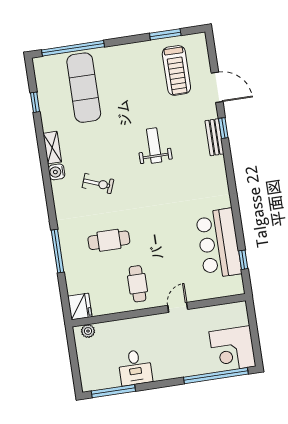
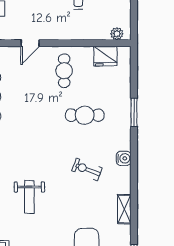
water cooler: (57, 172) -> (124, 158), moved
window: (58, 251) -> (134, 112), width x0.69
fridge: (80, 307) -> (105, 56), moved, turned -90

